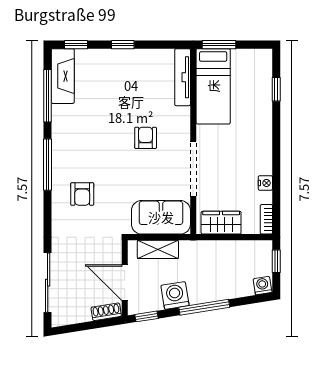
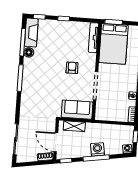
bed: (213, 86) -> (114, 44), width x1.50
floor lamp: (61, 114) -> (29, 52), added
armchair: (82, 194) -> (37, 95), removed
wardrobe: (221, 223) -> (108, 115), removed
washing machine: (175, 295) -> (97, 149), moved

